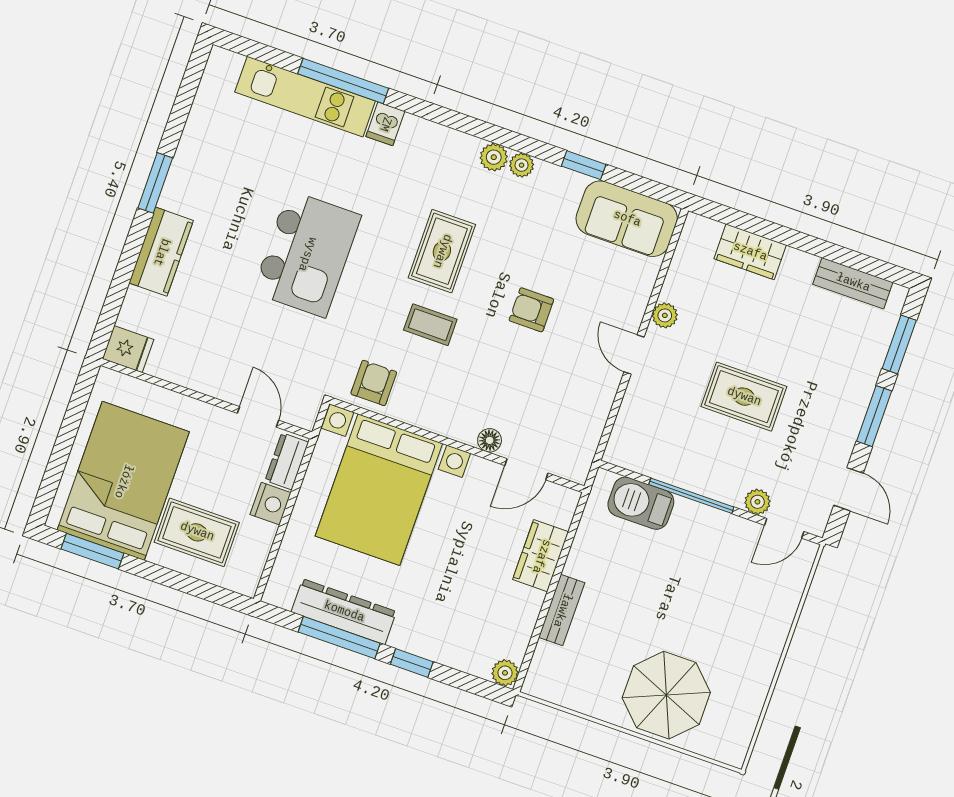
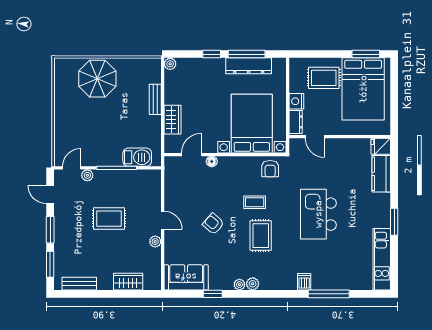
kitchen unit: (305, 97) -> (382, 259), moved, turned -90
kitchen counter: (161, 252) -> (381, 174), moved
armchair: (531, 310) -> (213, 224), turned -139

